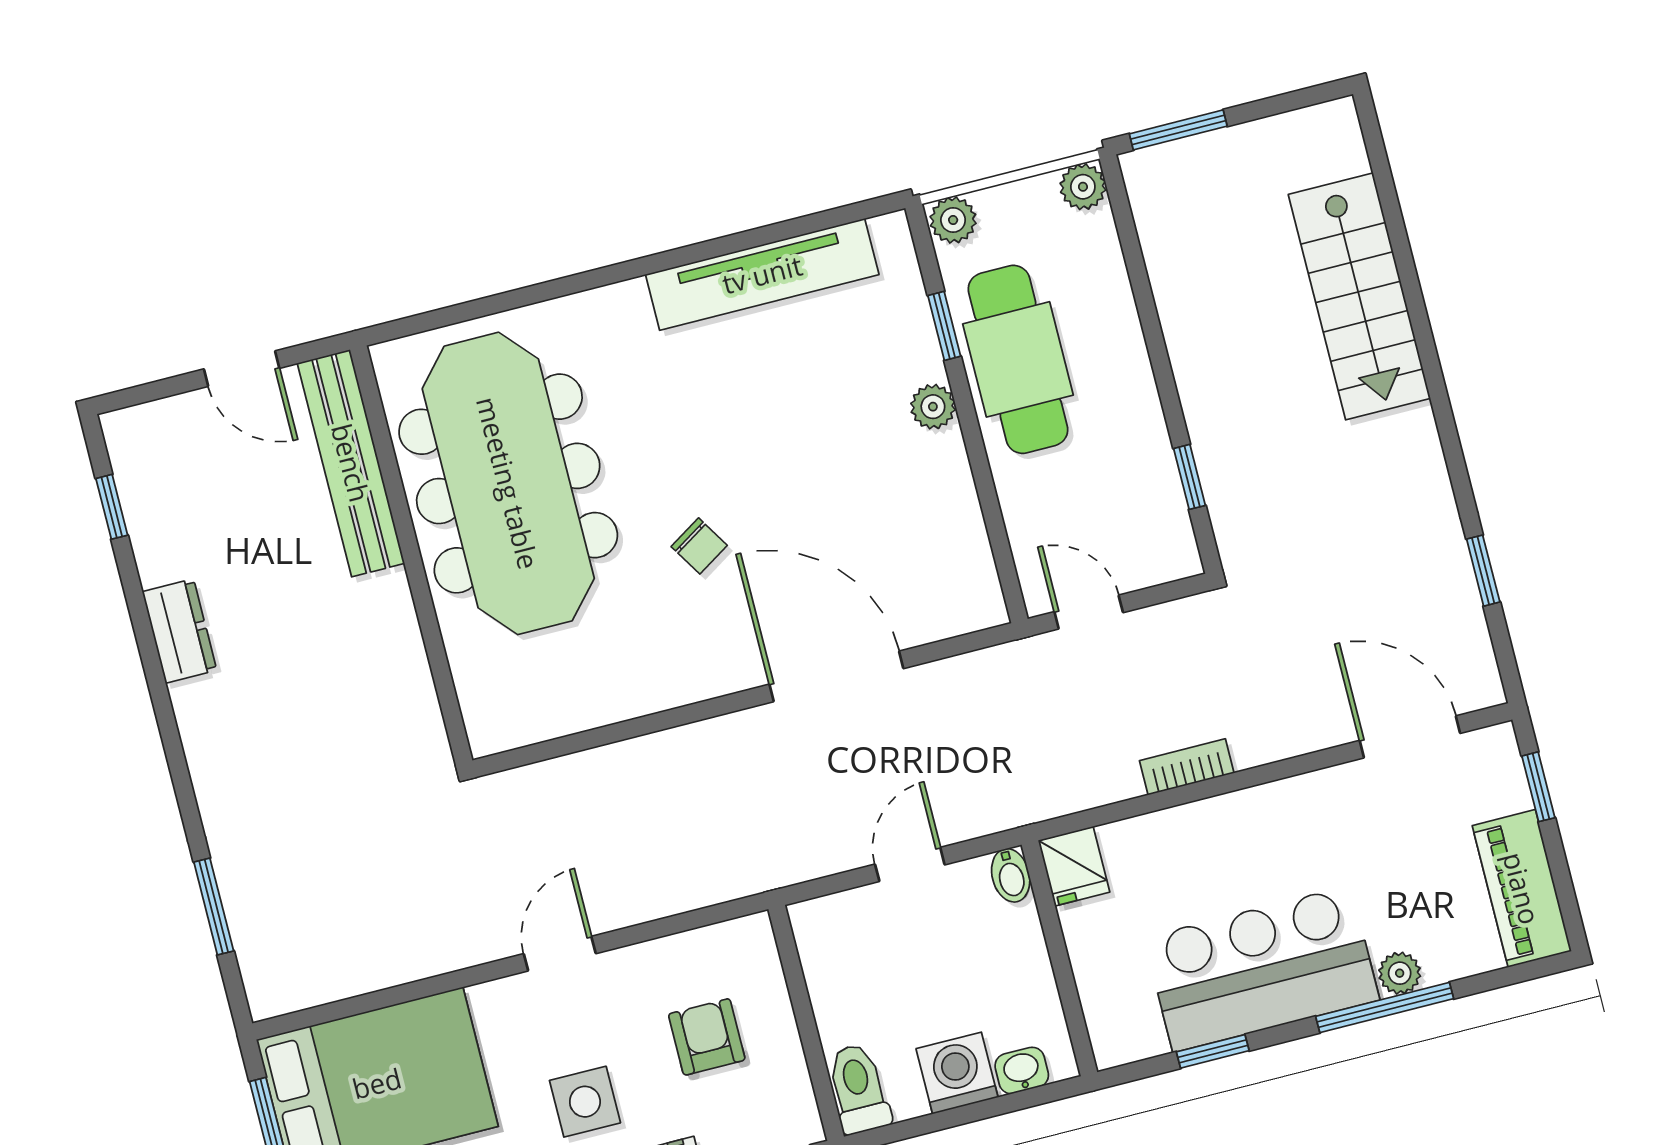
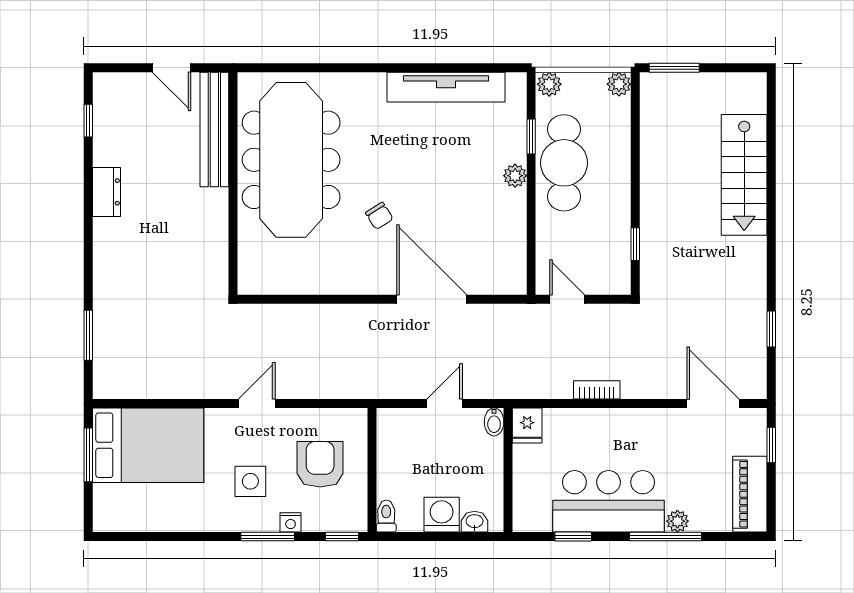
armchair: (707, 1037) -> (320, 464), width x1.38, depth x1.38
toilet: (858, 1089) -> (386, 516), width x0.73, depth x0.72

